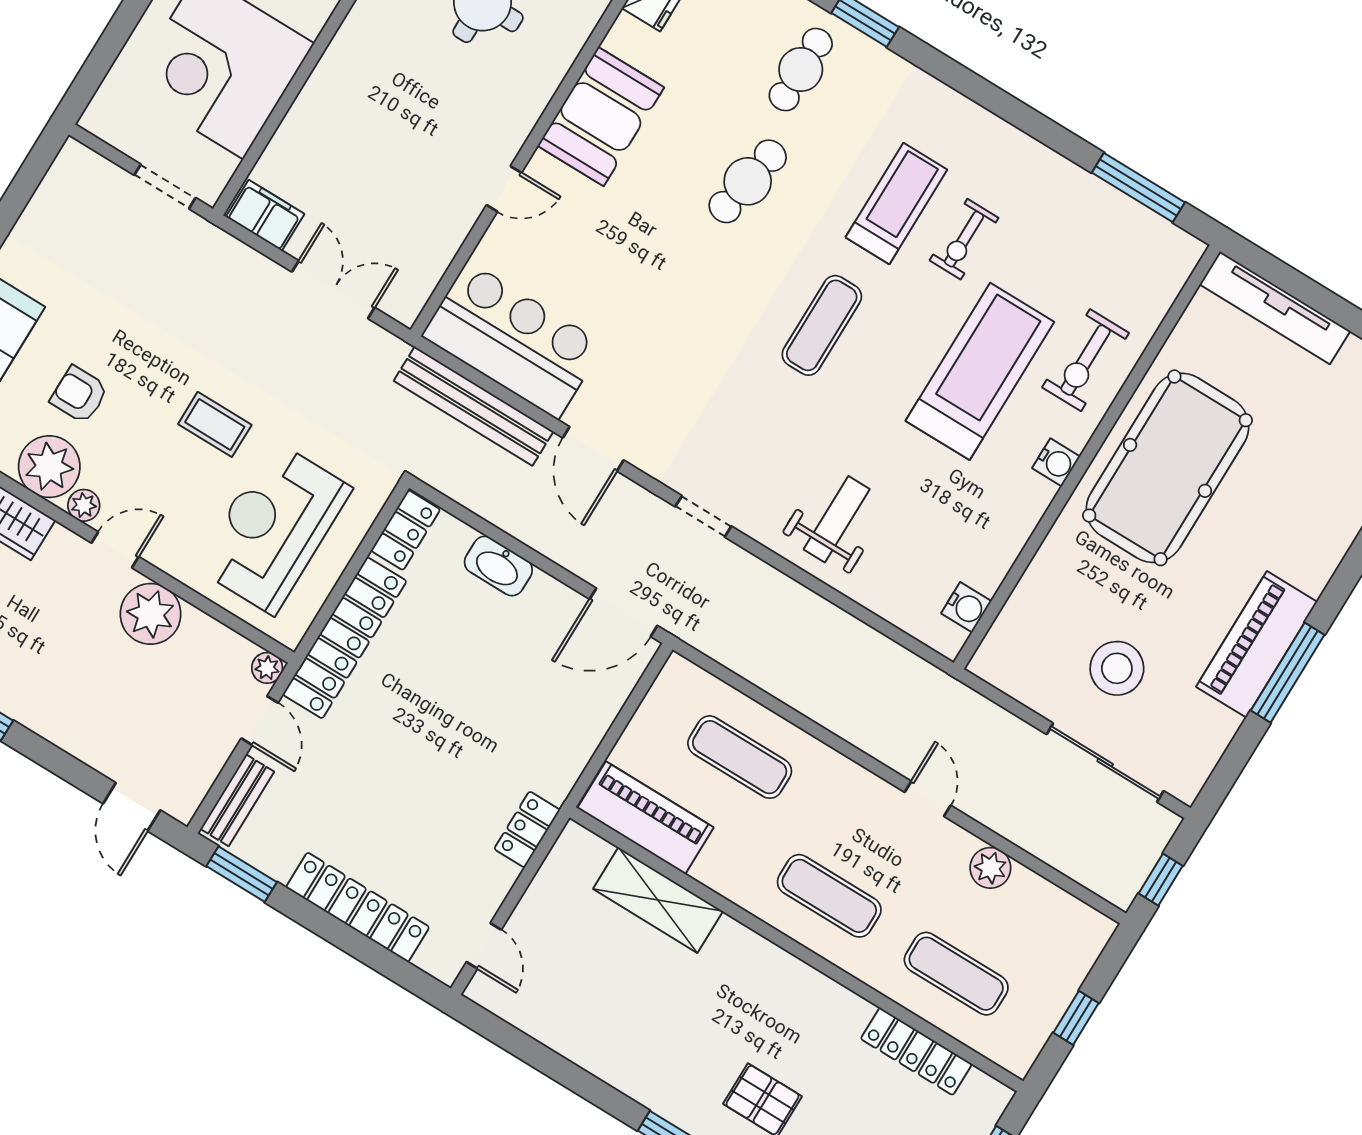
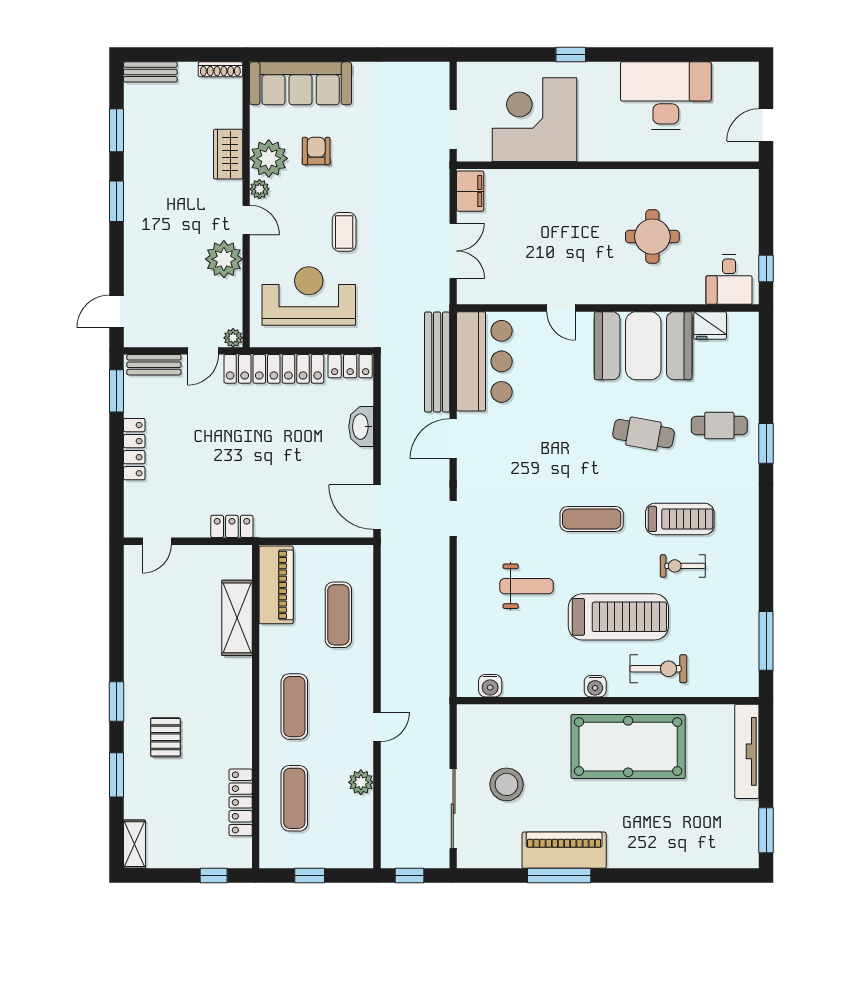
booth: (601, 116) -> (643, 346), width x1.36, depth x1.42
exercise bike: (1086, 360) -> (658, 669), turned 180
weight bench: (837, 519) -> (527, 586), moved
locker: (358, 907) -> (134, 449), width x0.71, depth x0.83

